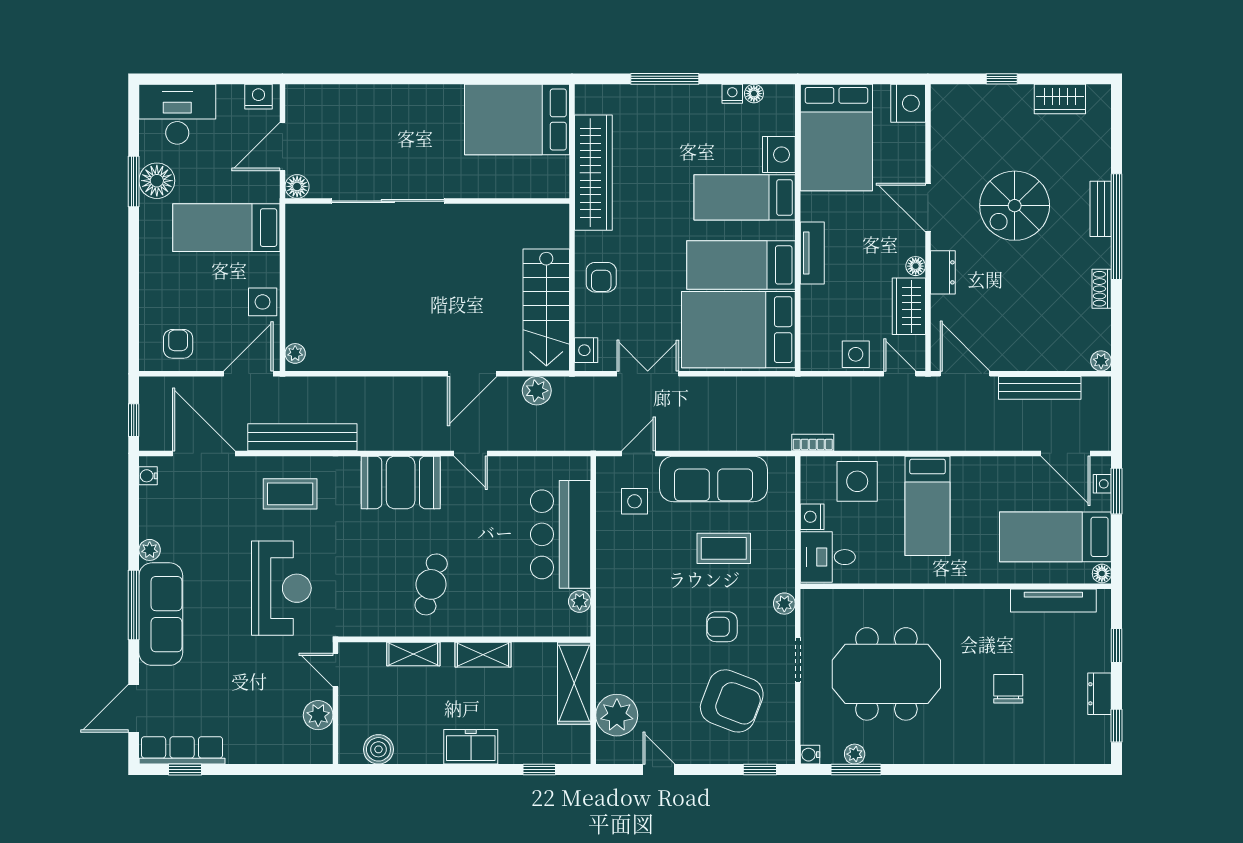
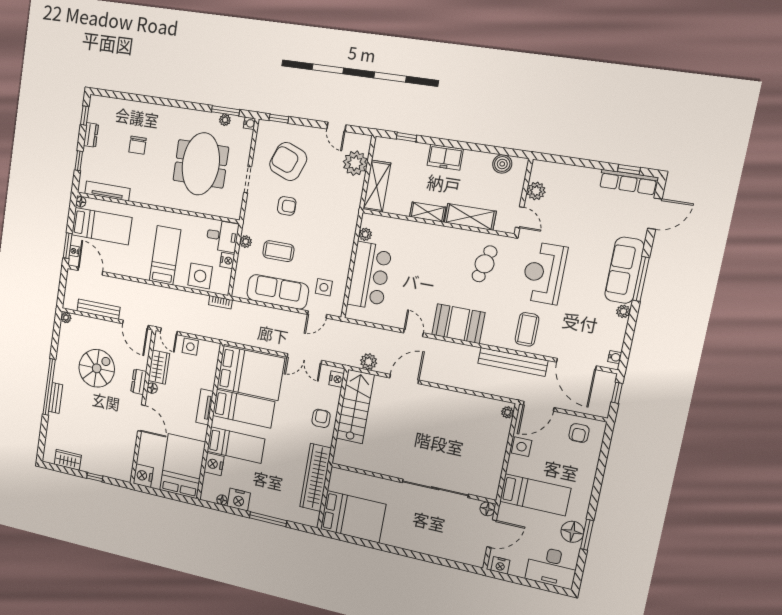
nightstand: (732, 94) -> (239, 500), width x1.89, depth x1.79
spiral stairs: (1015, 206) -> (97, 368), moved
shoe rack: (1102, 289) -> (61, 356), removed
coffee table: (290, 494) -> (527, 329), turned 90
cafe table: (431, 584) -> (484, 264), moved
plant: (784, 604) -> (246, 242), moved
shelving: (413, 654) -> (470, 217), width x1.50, depth x1.33
meeting table: (886, 674) -> (201, 164), turned 90

